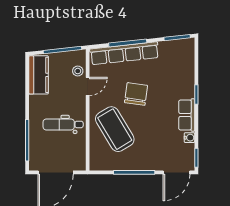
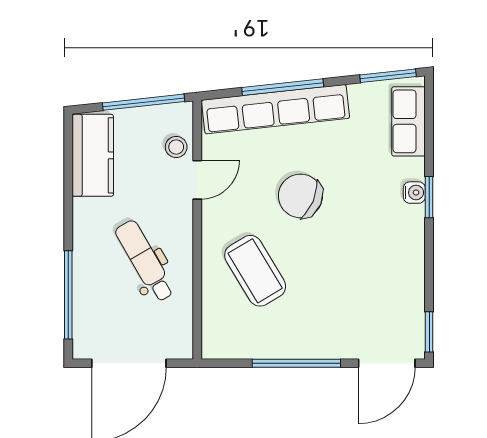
chair: (136, 94) -> (300, 196), turned -75
row of seats: (187, 115) -> (408, 121), moved
dental chair: (63, 124) -> (145, 261), turned 60
coffee table: (115, 129) -> (255, 271), width x0.73, depth x0.76
water cooler: (189, 138) -> (414, 193), moved

